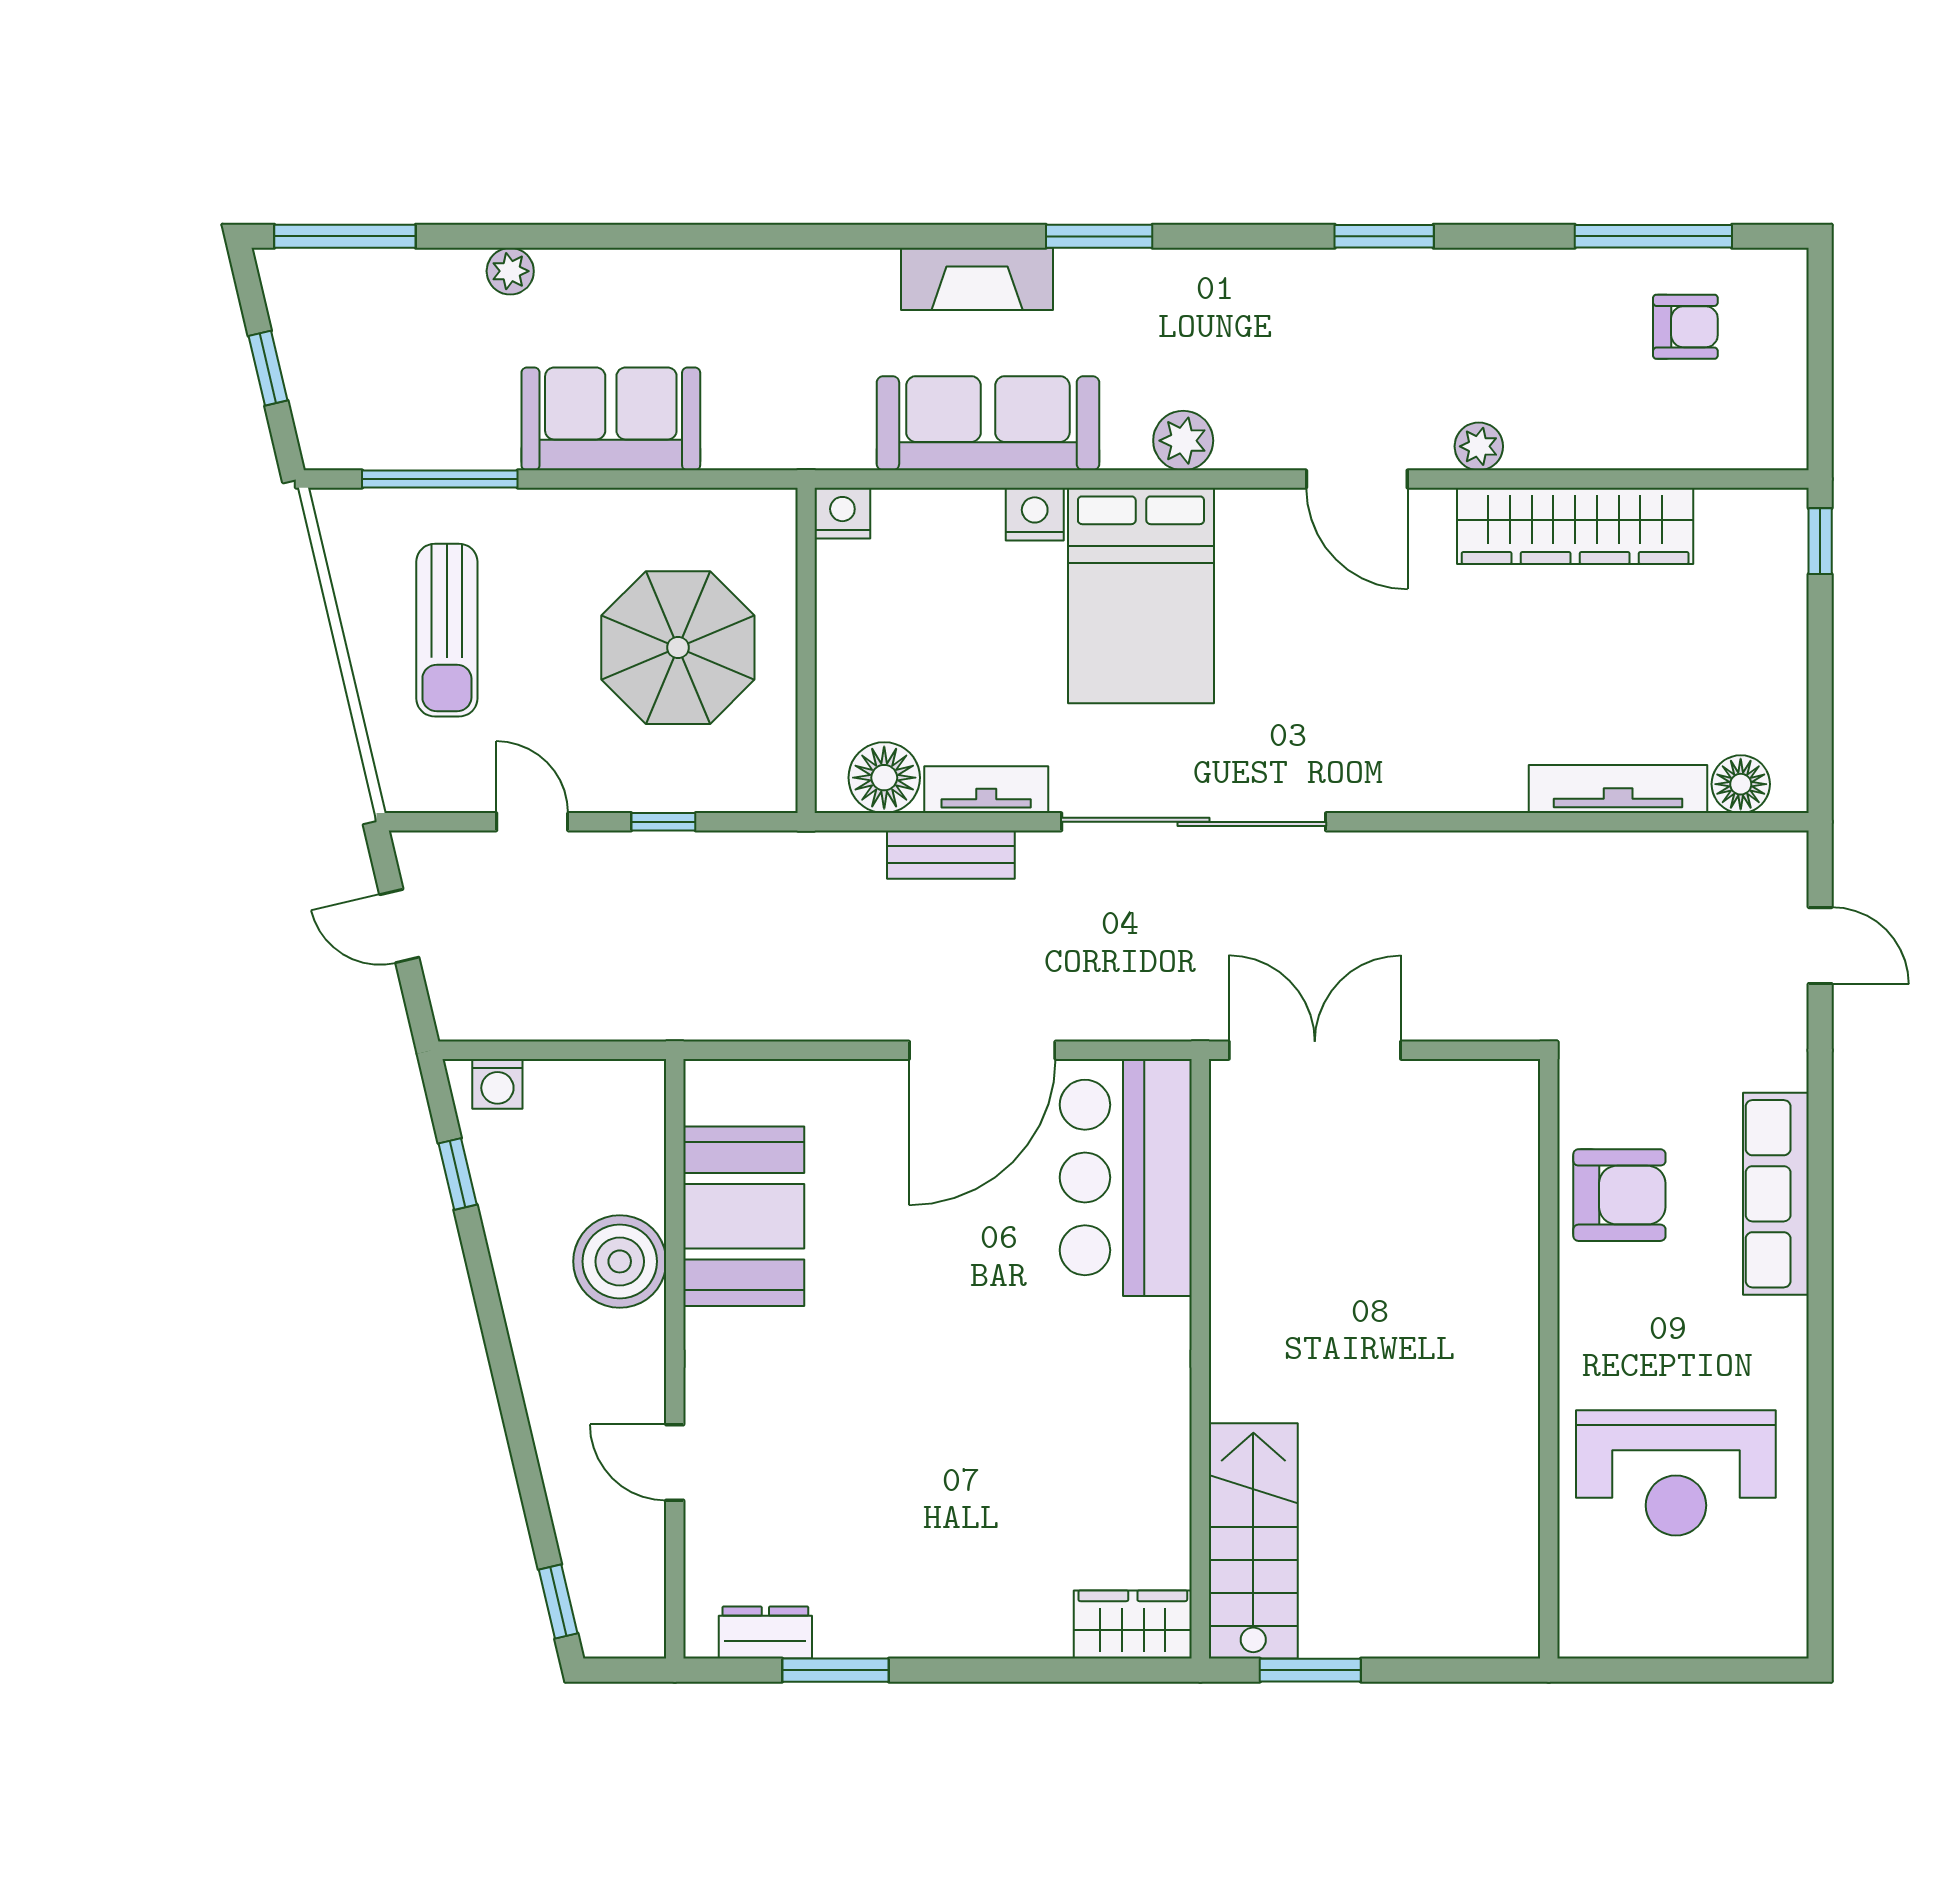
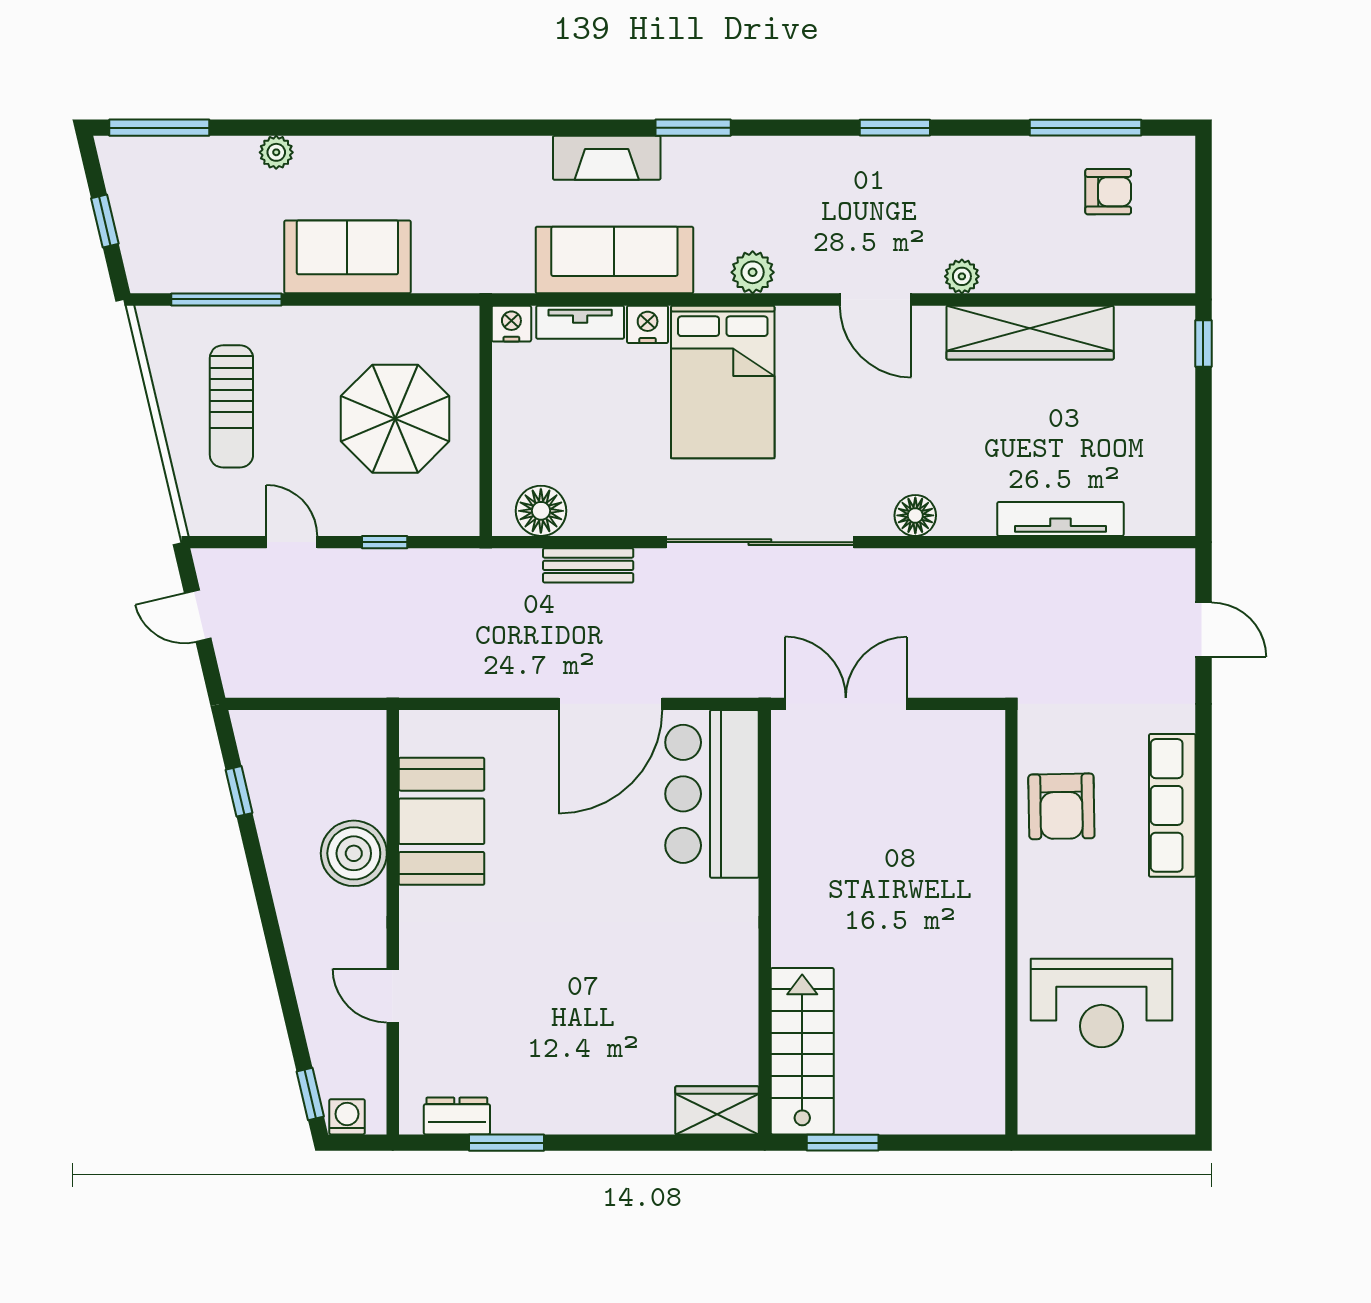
floor lamp: (1741, 784) -> (915, 515), moved
tv unit: (986, 790) -> (580, 322), moved, turned 180
washing machine: (497, 1084) -> (347, 1117), moved, turned 180
armchair: (1619, 1195) -> (1061, 806), turned 89

